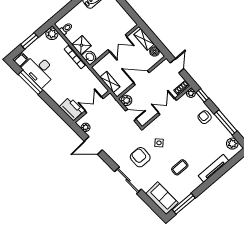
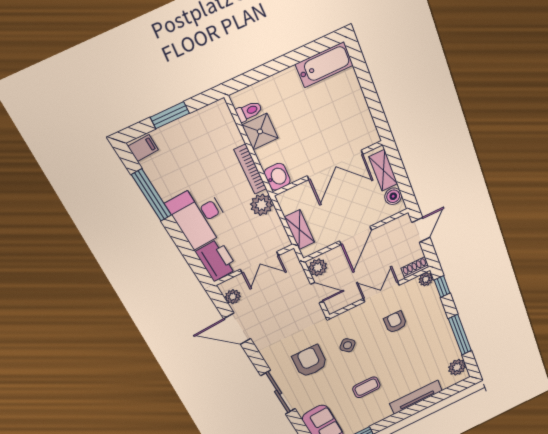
plant: (52, 34) -> (262, 205), moved
double door: (117, 43) -> (335, 165), width x1.37
shower: (81, 45) -> (260, 131), moved
desk: (39, 70) -> (199, 216), moved
door: (141, 78) -> (356, 235), swing flipped
double door: (94, 105) -> (259, 262), swing flipped
armchair: (205, 117) -> (395, 322), moved

